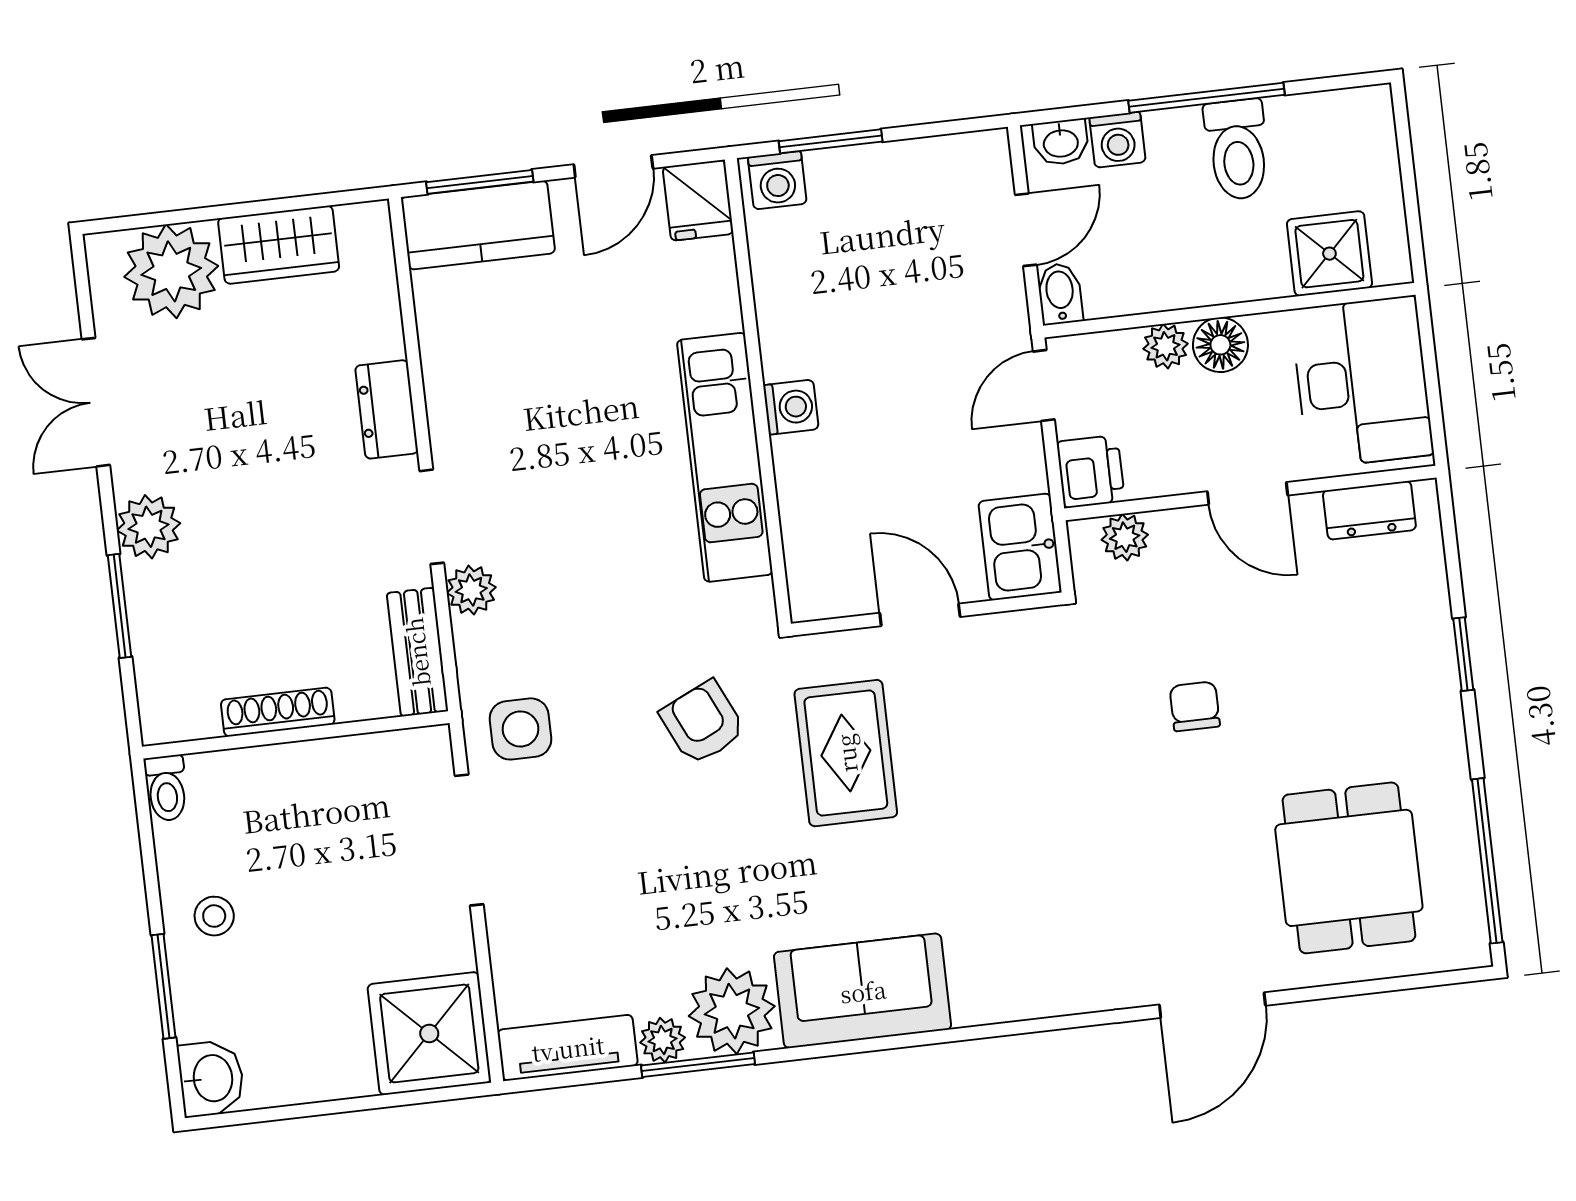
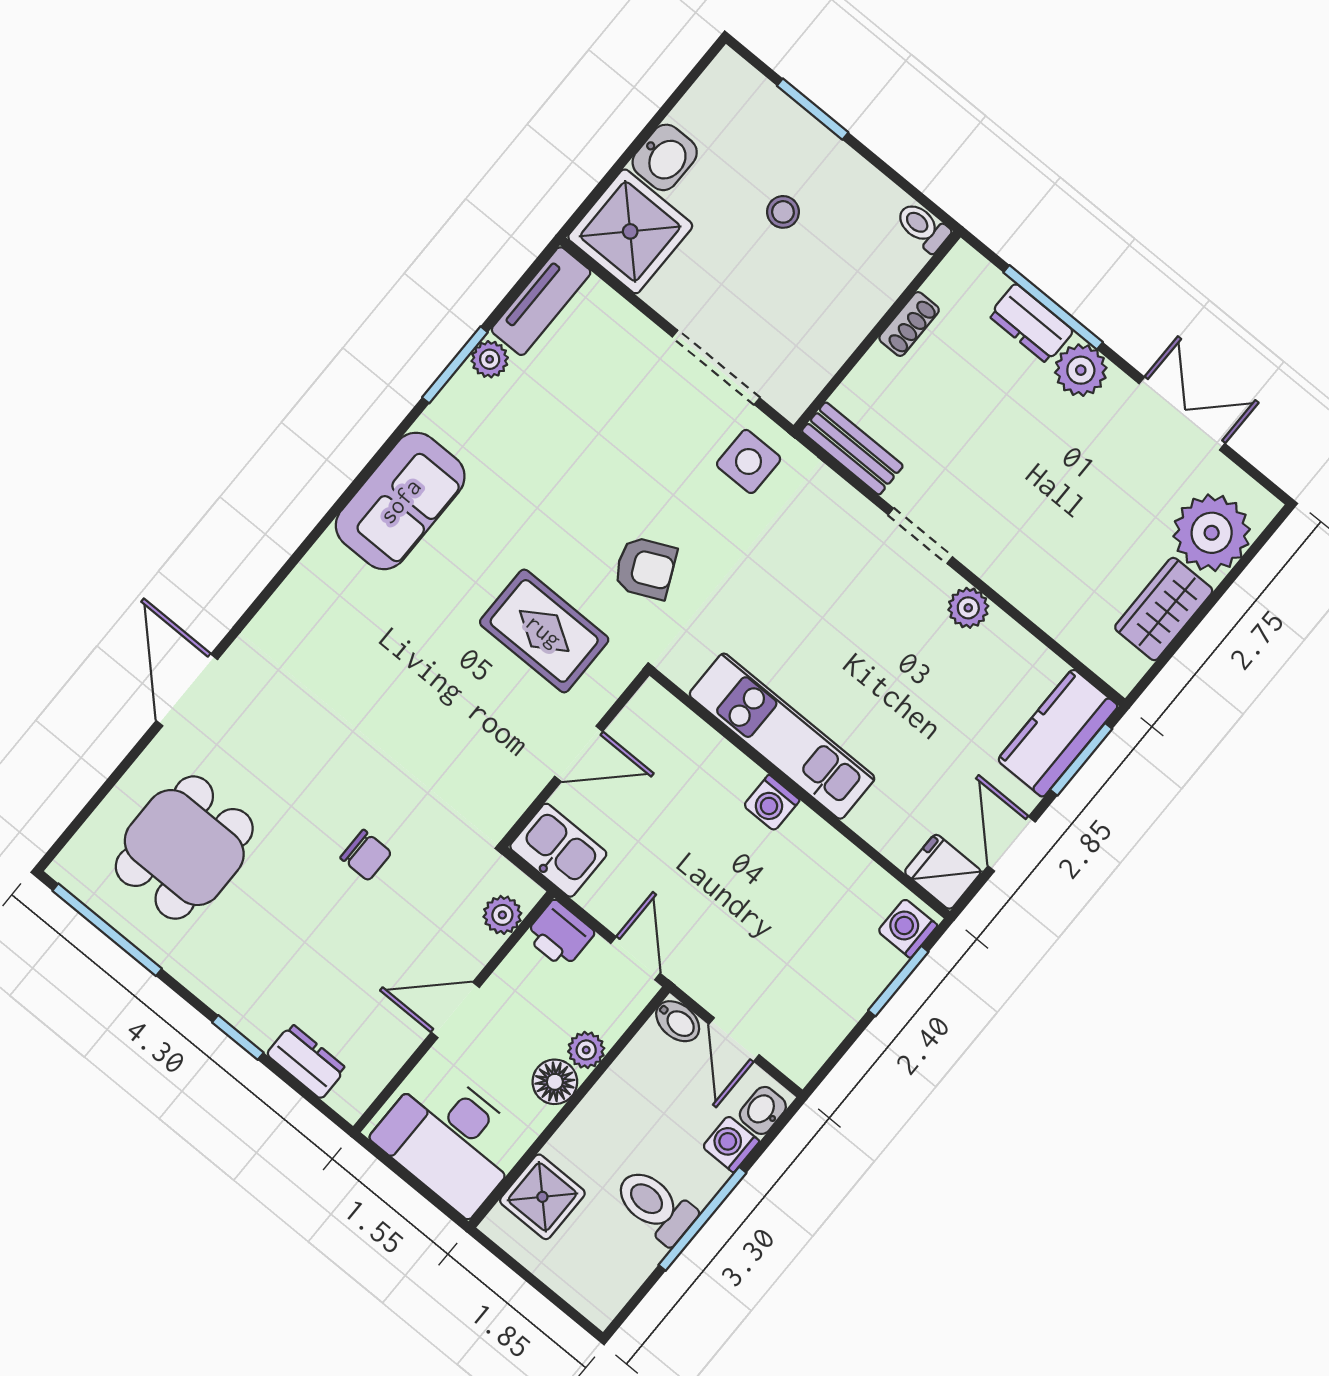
dresser: (387, 409) -> (1031, 323), moved, turned 180
dresser: (1369, 510) -> (306, 1061), moved, turned 90
plant: (471, 590) -> (968, 608), moved
window: (119, 606) -> (1053, 307), width x1.44
shoe rack: (278, 712) -> (909, 324), width x0.70
dining table: (1349, 868) -> (184, 848), turned 90
stool: (214, 916) -> (783, 212), moved
plant: (732, 1011) -> (465, 415), removed
washbasin: (211, 1078) -> (665, 157), moved, turned -90

